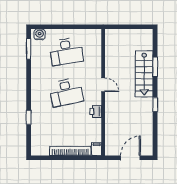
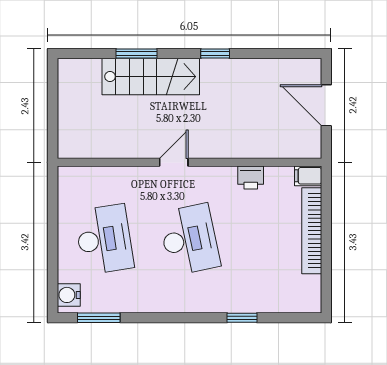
printer: (96, 111) -> (251, 177), moved

